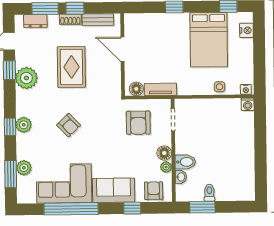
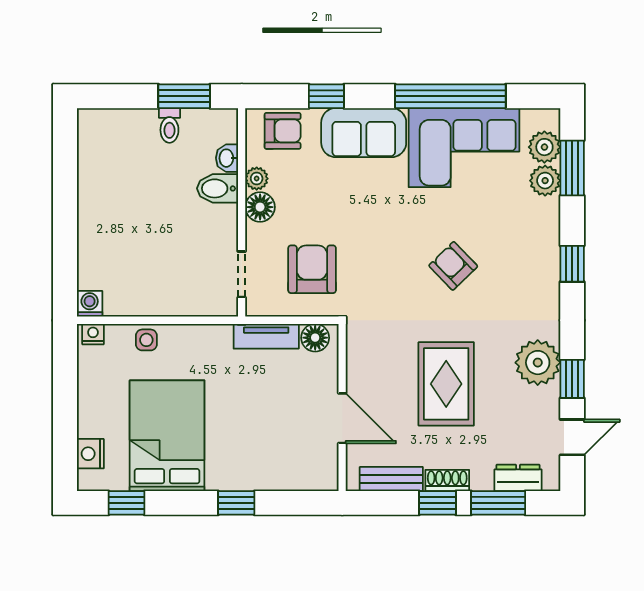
plant: (24, 125) -> (544, 147), moved
armchair: (154, 191) -> (283, 131), turned -90

